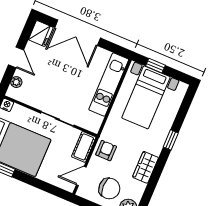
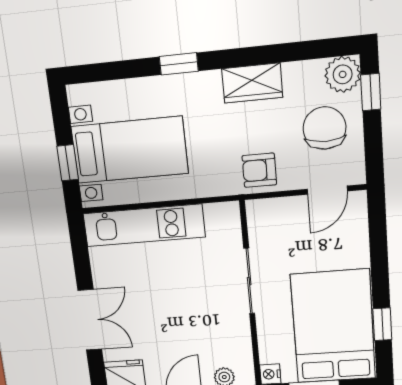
double door: (78, 33) -> (90, 320), width x0.73
cot: (84, 147) -> (273, 212), removed
door: (81, 176) -> (327, 190), hinge flipped

